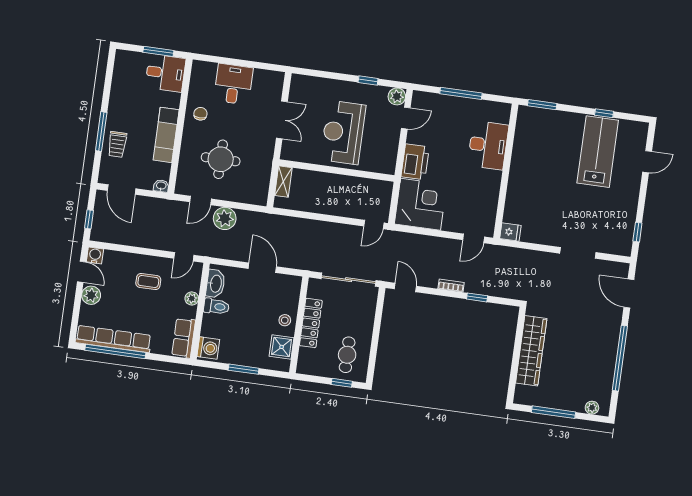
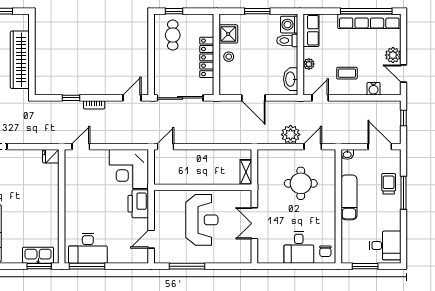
desk: (165, 73) -> (385, 245), moved, turned 180
window: (368, 80) -> (187, 266), width x2.17
window: (461, 93) -> (87, 266), moved
plant: (397, 96) -> (161, 256), removed
chair: (200, 114) -> (325, 251), moved
kitchen sink: (542, 118) -> (38, 255), added
desk: (488, 145) -> (88, 248), moved, turned -90
water cooler: (95, 255) -> (373, 89), moved
door: (405, 287) -> (132, 98), swing flipped
toilet: (216, 306) -> (287, 41), moved

